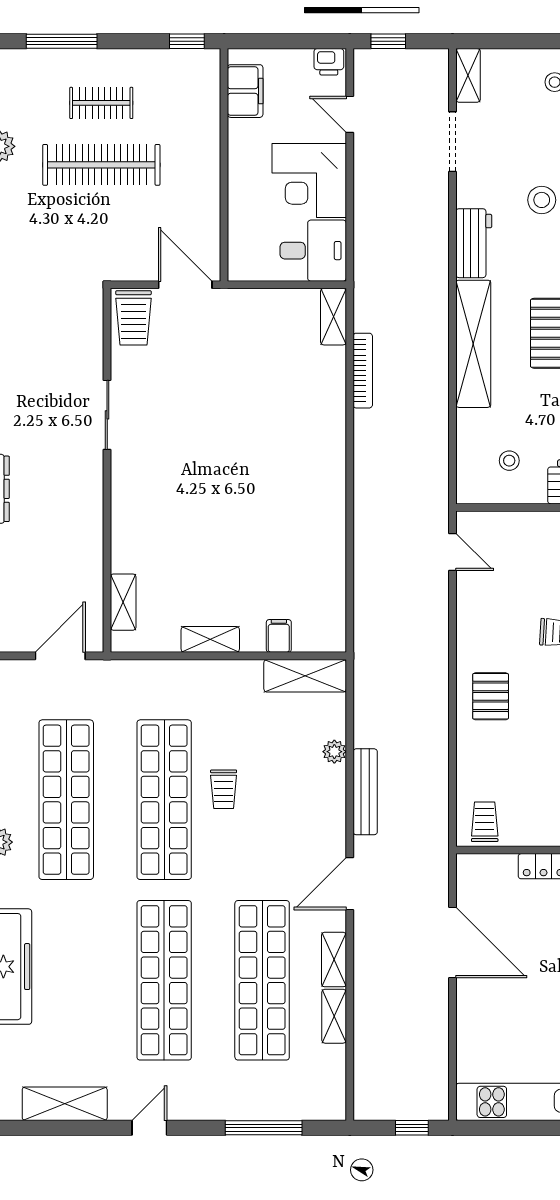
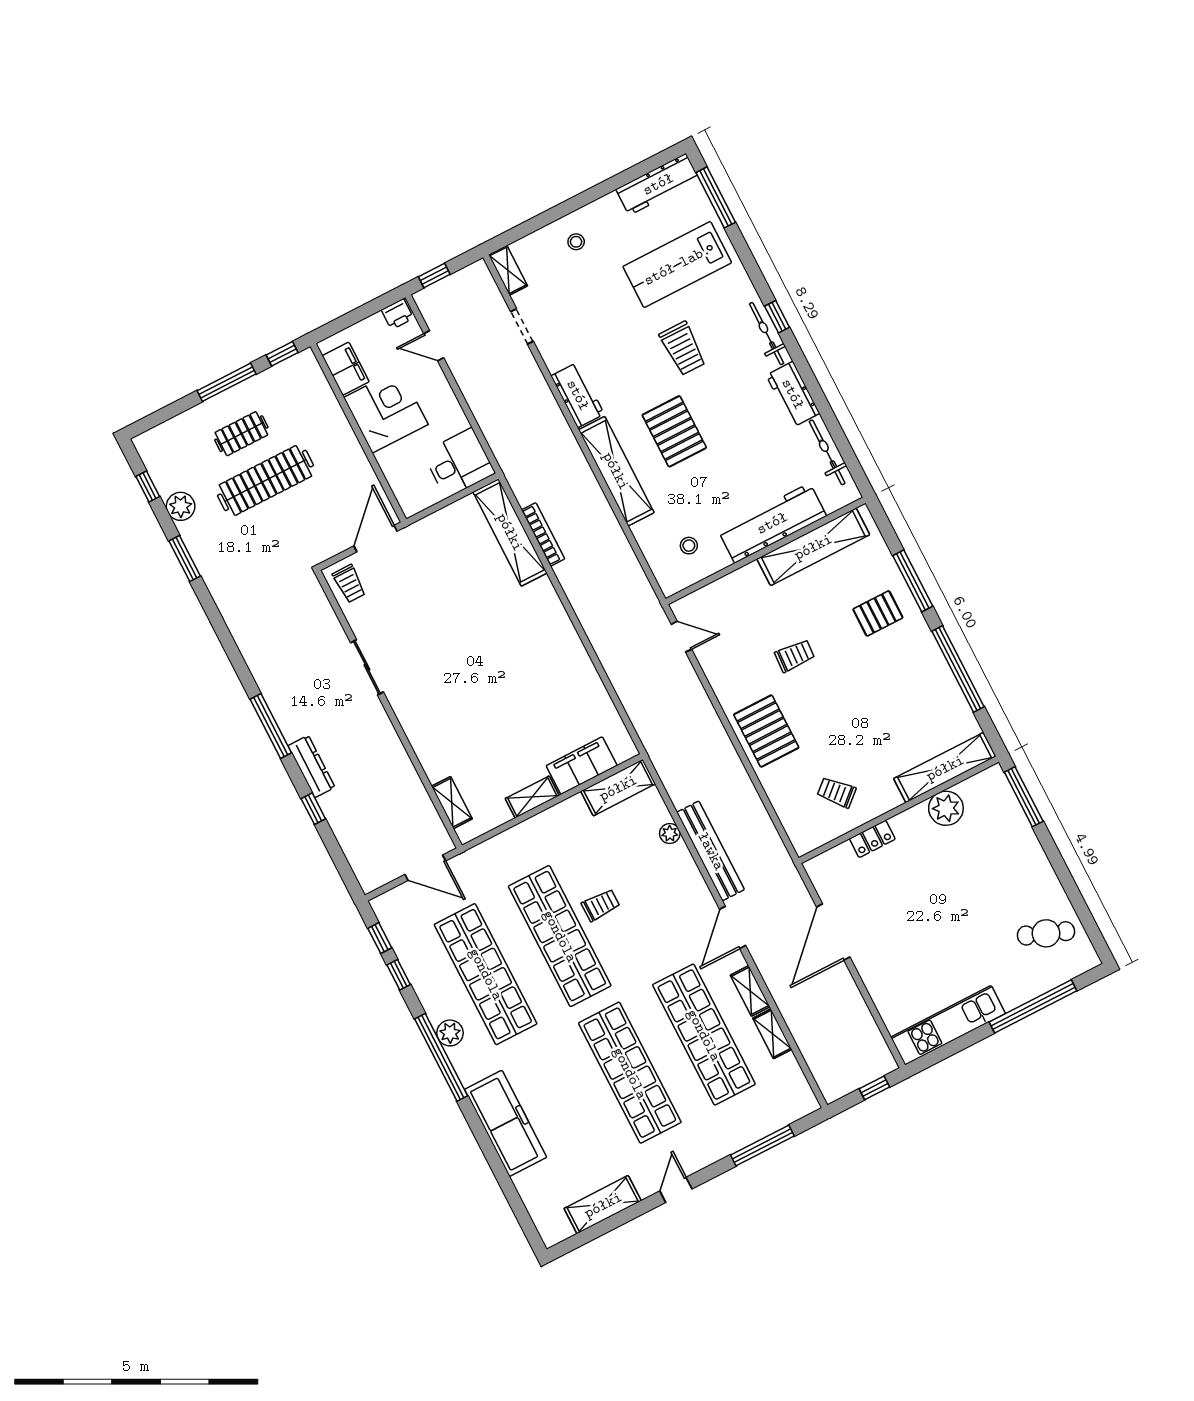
window: (62, 41) -> (227, 382), moved
doorway: (452, 142) -> (522, 326), width x0.73
corner desk: (309, 181) -> (386, 411), moved, turned 180
stool: (542, 200) -> (612, 336), removed
door: (185, 285) -> (375, 539), hinge flipped
shelving: (333, 317) -> (510, 532), width x2.20, depth x1.33
trolley: (133, 318) -> (349, 584), width x0.73, depth x0.72
filing cabinet: (279, 636) -> (582, 766), width x3.00, depth x1.17
door: (60, 656) -> (425, 868), swing flipped
pallet: (491, 696) -> (766, 731), width x1.50, depth x1.42
trolley: (224, 789) -> (601, 905), turned -90
bench: (365, 792) -> (711, 851), width x1.37, depth x1.21
trolley: (485, 822) -> (837, 792), moved, turned -42
door: (452, 943) -> (833, 932), swing flipped

